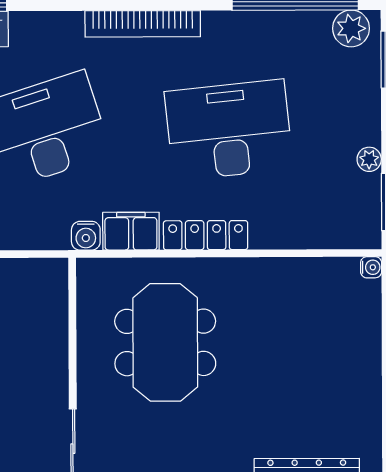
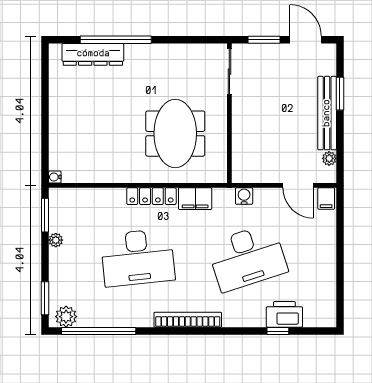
water cooler: (86, 236) -> (244, 196), moved

